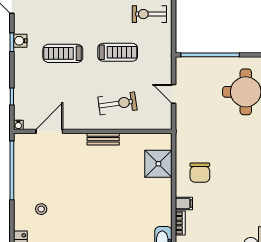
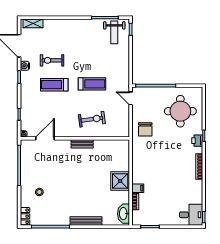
exercise bike: (149, 14) -> (52, 60), moved
water cooler: (20, 41) -> (25, 66), moved
door: (174, 94) -> (131, 98), moved
shower: (158, 164) -> (120, 181), moved
chair: (200, 173) -> (145, 129), moved

